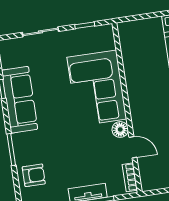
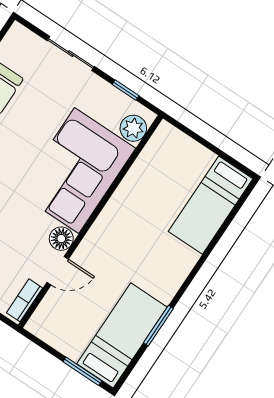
plant: (106, 41) -> (133, 128), added
door: (133, 147) -> (58, 271), hinge flipped

